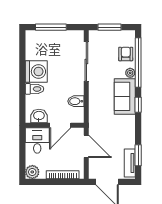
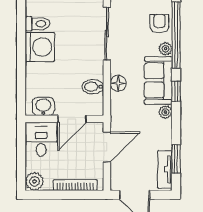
toilet: (34, 89) -> (37, 24), moved
floor lamp: (95, 99) -> (118, 83), added
plant: (130, 120) -> (165, 112), added
door: (86, 146) -> (107, 147), hinge flipped

